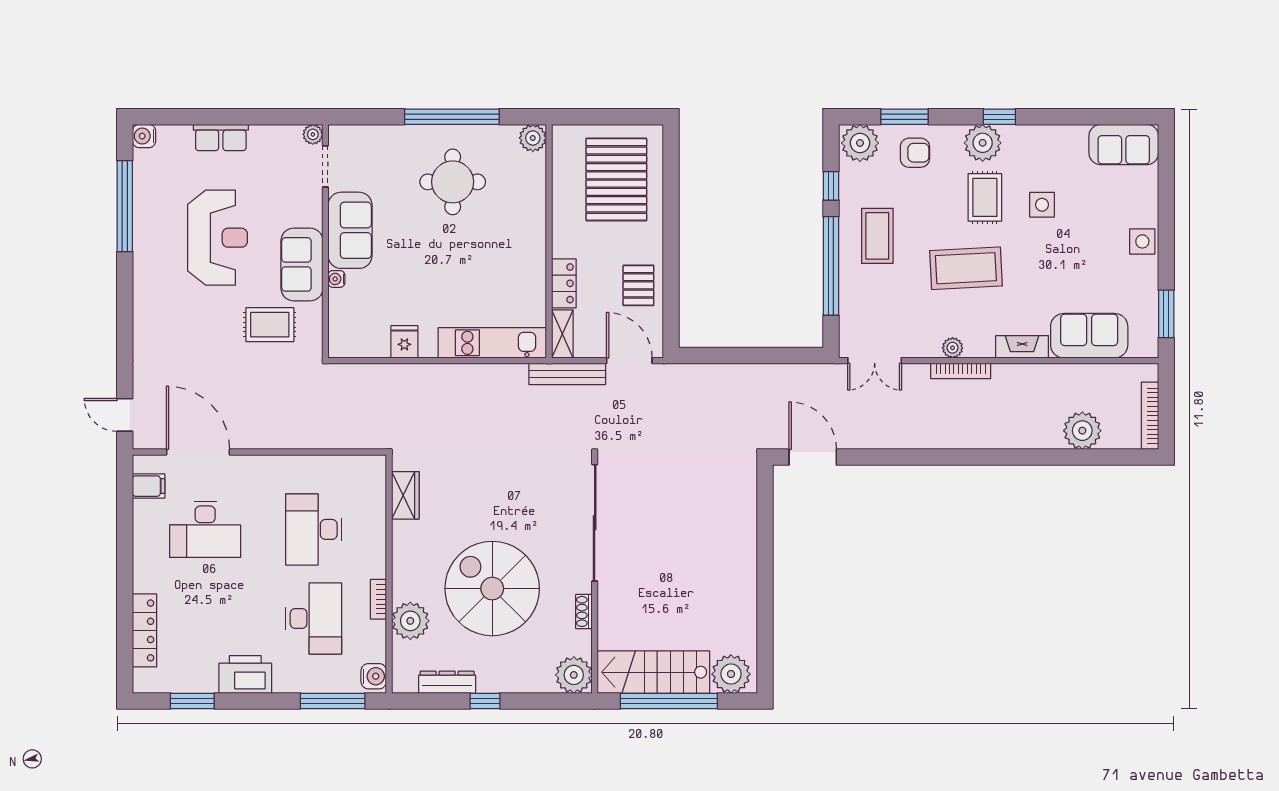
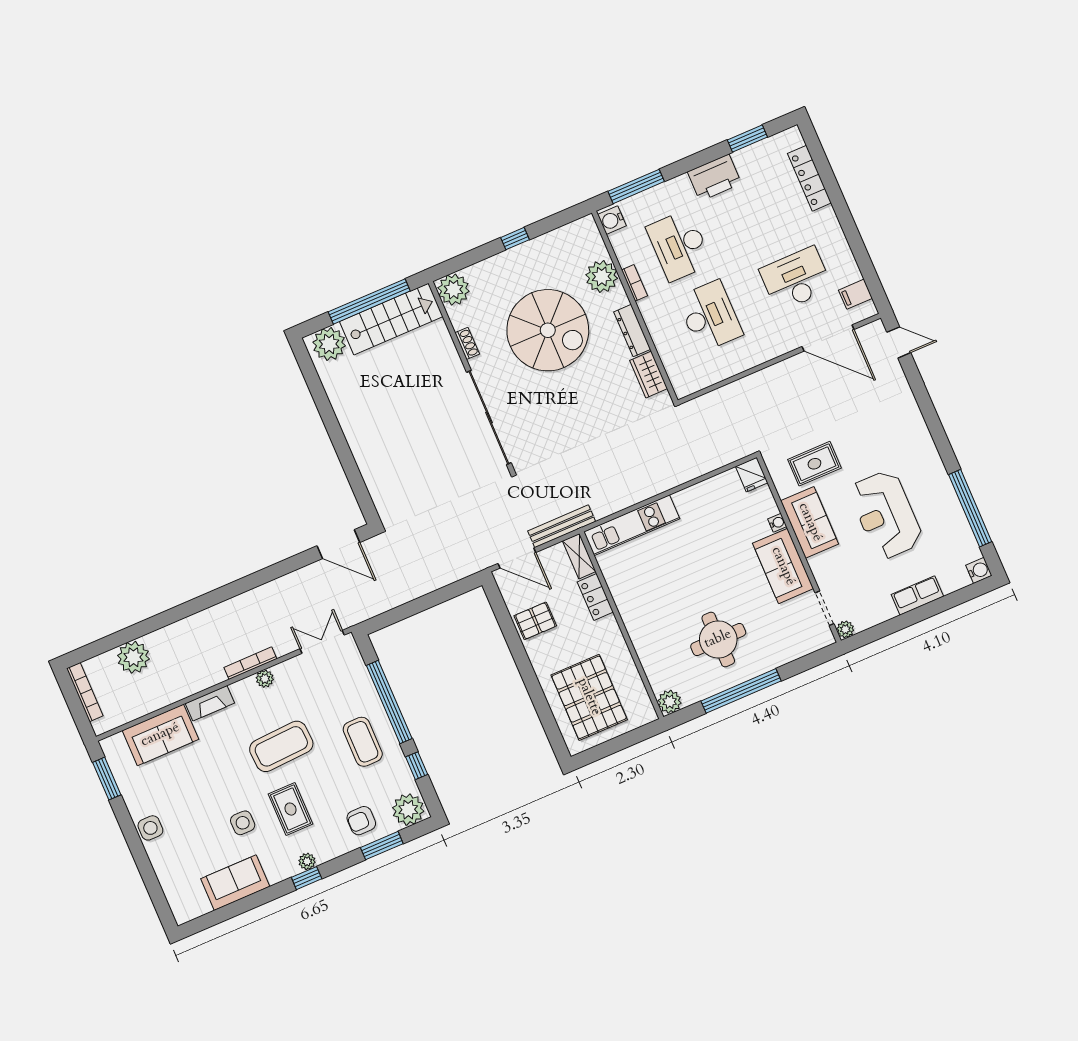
plant: (983, 143) -> (307, 861), width x0.53, depth x0.53
sofa: (1124, 145) -> (235, 883), moved
pallet: (638, 285) -> (535, 621), turned 90
fridge: (404, 342) -> (752, 475), moved
dresser: (447, 682) -> (632, 331), moved, turned 90

